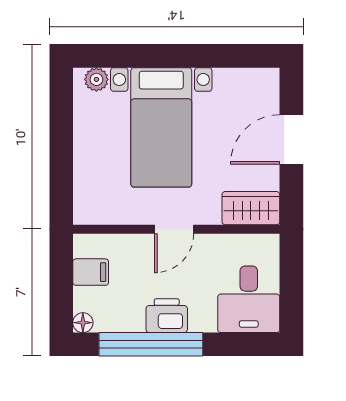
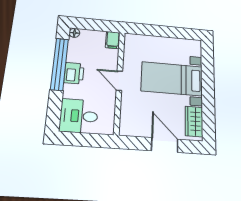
plant: (96, 79) -> (196, 50), removed
wardrobe: (251, 208) -> (194, 121), moved, turned 180
filing cabinet: (91, 272) -> (113, 40), moved

